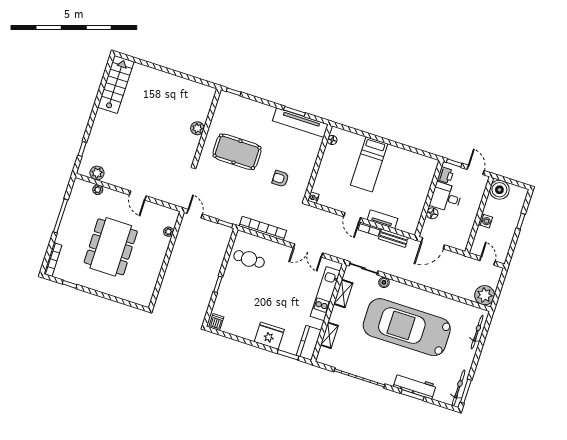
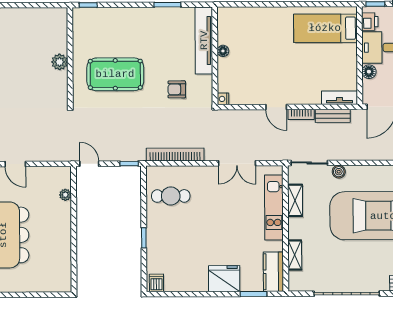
tv unit: (300, 123) -> (204, 40), moved, turned 90
floor lamp: (332, 140) -> (223, 51), moved
bed: (369, 164) -> (325, 28), moved, turned 90
tv unit: (382, 219) -> (340, 98), moved

